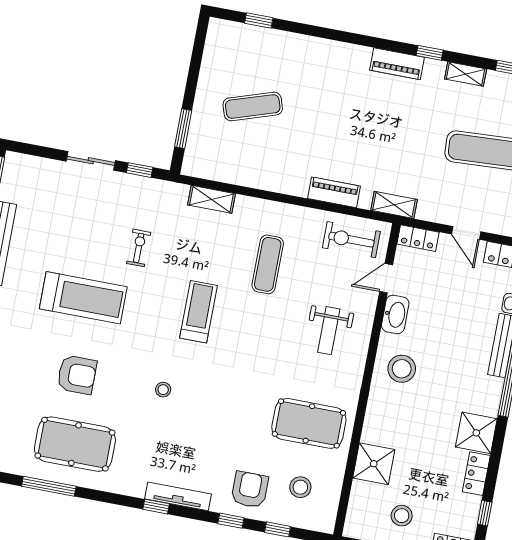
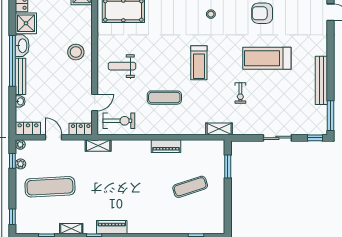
window: (140, 170) -> (315, 138), moved
piano: (334, 192) -> (166, 146), moved
shelving: (212, 199) -> (219, 129), moved
exercise mat: (268, 264) -> (164, 98), turned 90
washbasin: (395, 314) -> (22, 46), moved, turned 180
weight bench: (329, 331) -> (122, 66), turned -90

